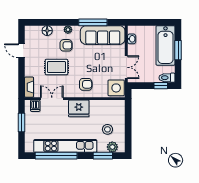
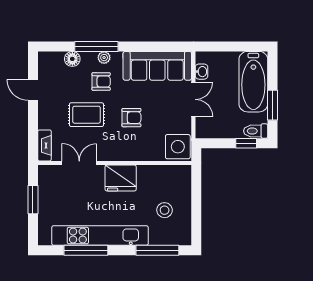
window: (93, 22) -> (96, 46), moved
window: (178, 50) -> (273, 105), moved
double door: (126, 67) -> (193, 99), moved
armchair: (86, 84) -> (131, 118), moved
dishwasher: (35, 106) -> (54, 174), removed
plant: (112, 147) -> (172, 237), removed
window: (56, 156) -> (86, 250), width x0.68
window: (103, 156) -> (157, 250), width x1.44

